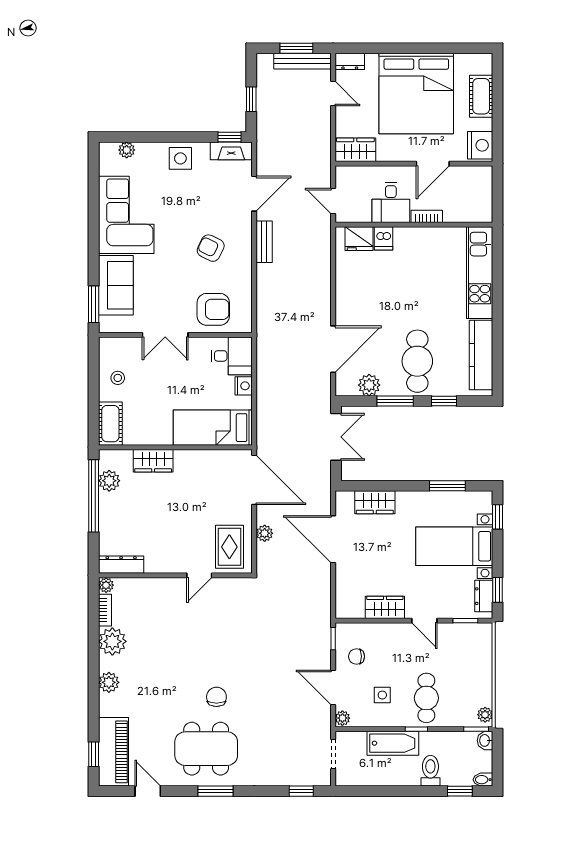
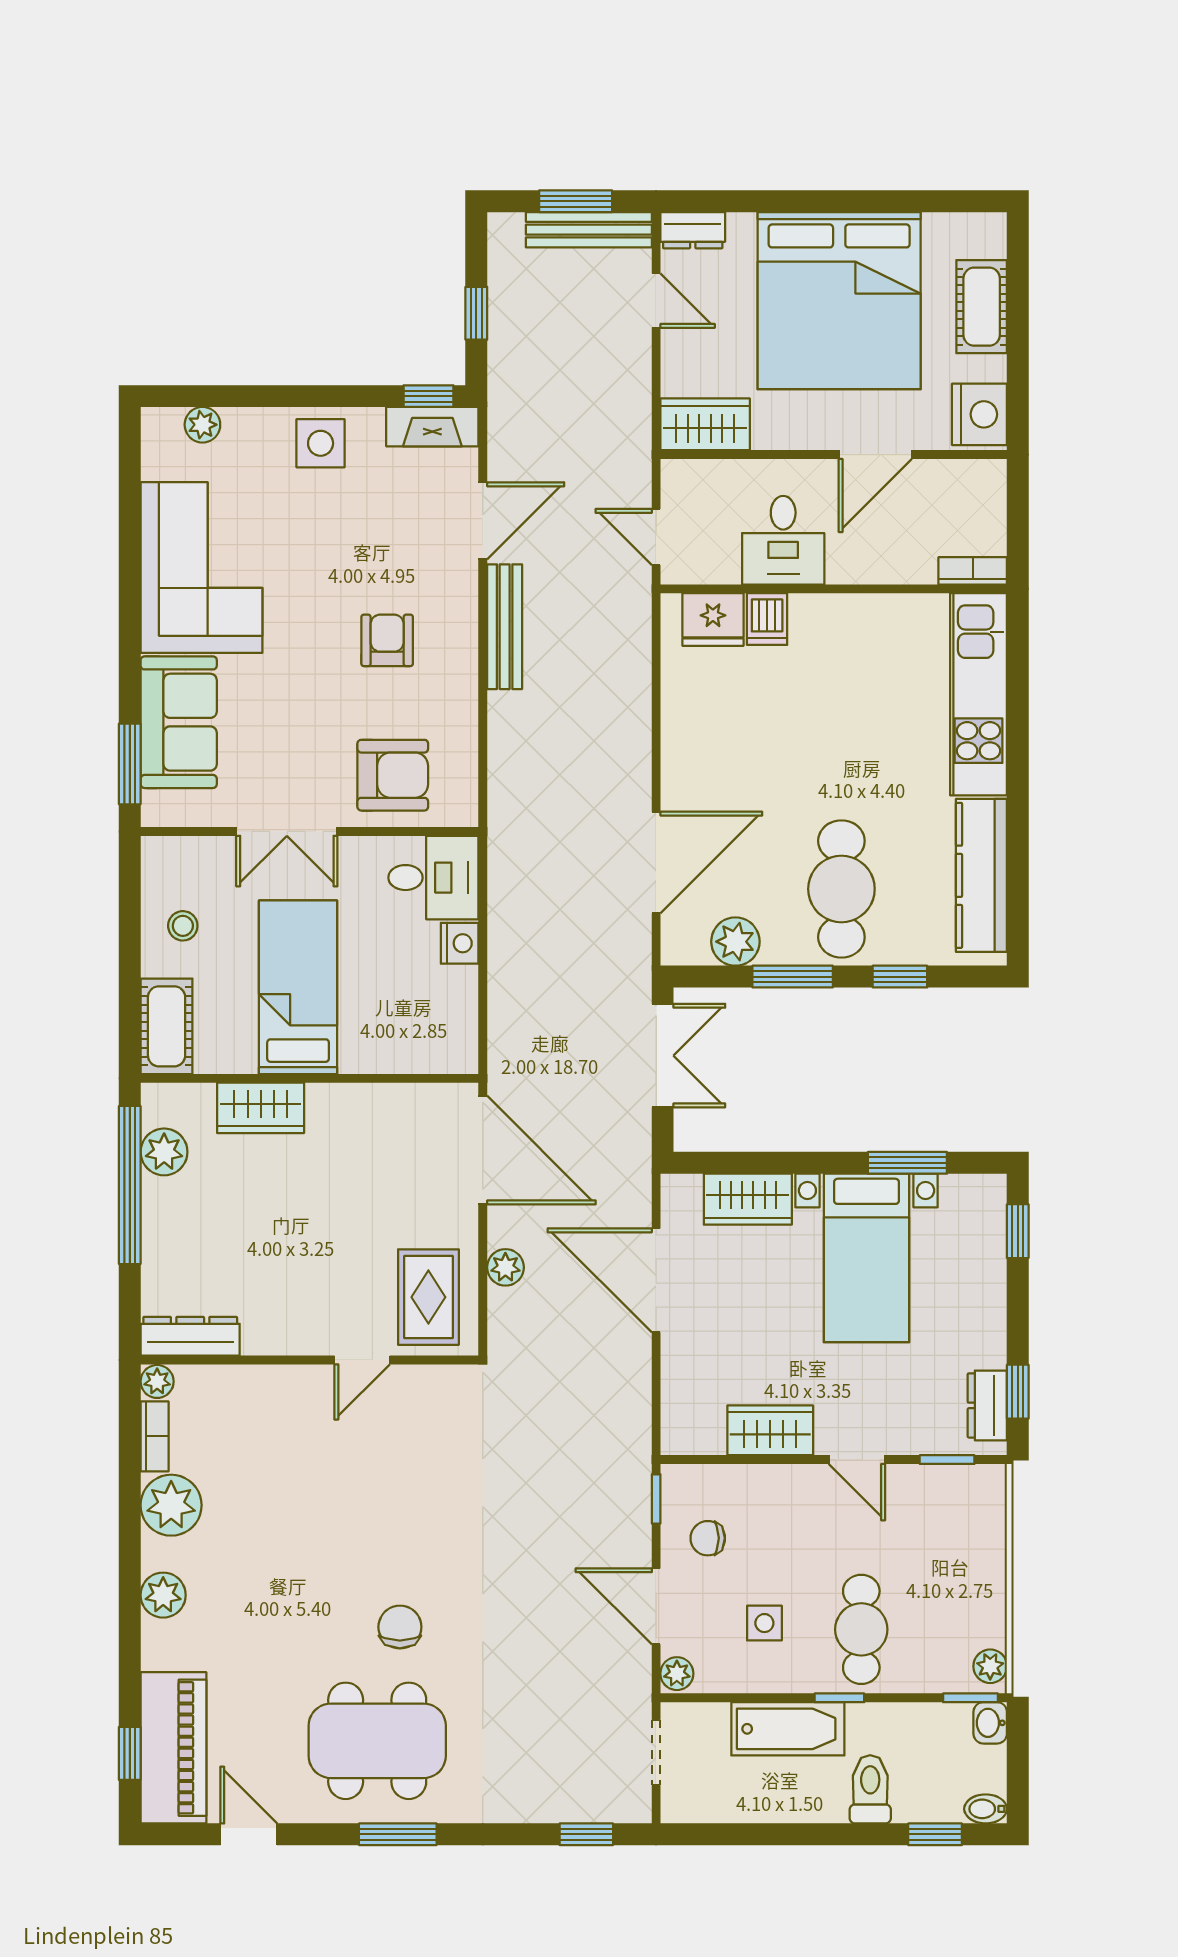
bookcase: (427, 216) -> (973, 571), moved
bench: (264, 242) -> (505, 627), width x1.36
armchair: (211, 248) -> (387, 640), turned 64
bed: (213, 428) -> (298, 987), moved, turned 90
bed with nightstands: (454, 546) -> (867, 1258), moved, turned -90

